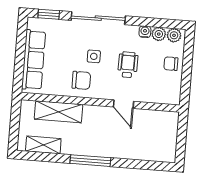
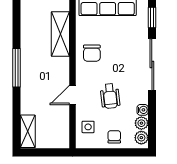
side table: (94, 56) -> (88, 127), moved
wheelchair: (128, 65) -> (110, 96), turned 83
shelving: (43, 145) -> (28, 131), moved

